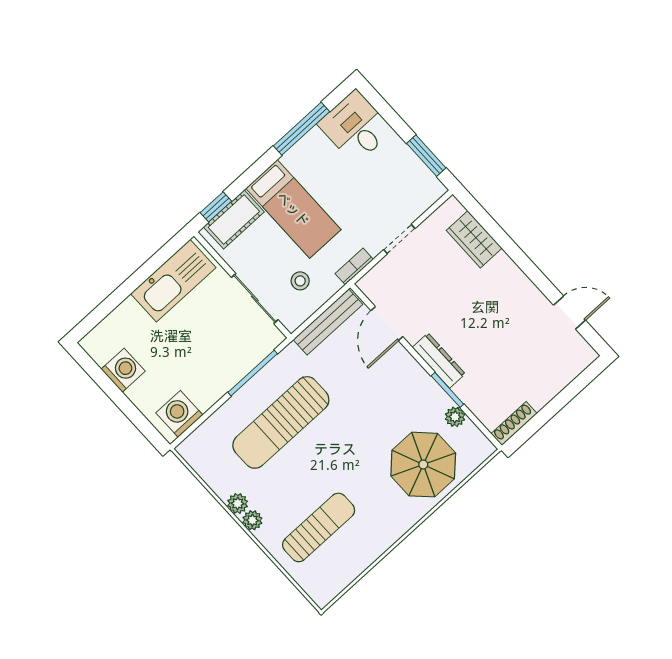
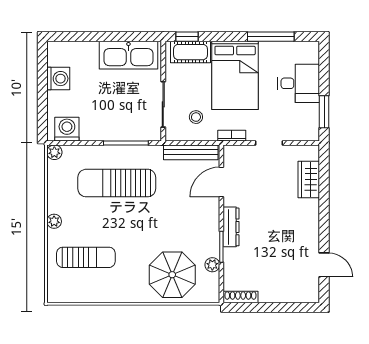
desk: (355, 127) -> (299, 83), moved, turned 90
bed: (293, 209) -> (235, 75), width x1.50
plant: (238, 504) -> (54, 152), moved

